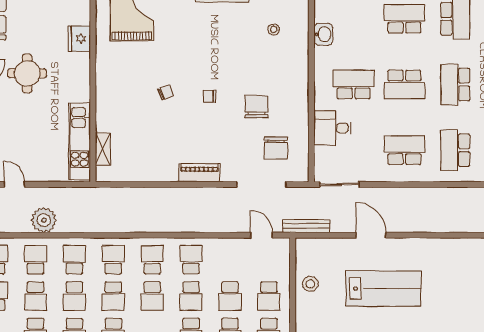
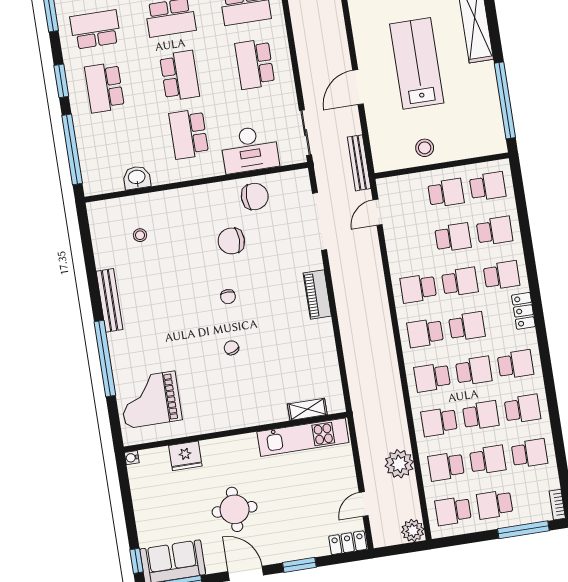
desk: (332, 128) -> (250, 149), width x1.37
chair: (276, 148) -> (255, 196), moved

